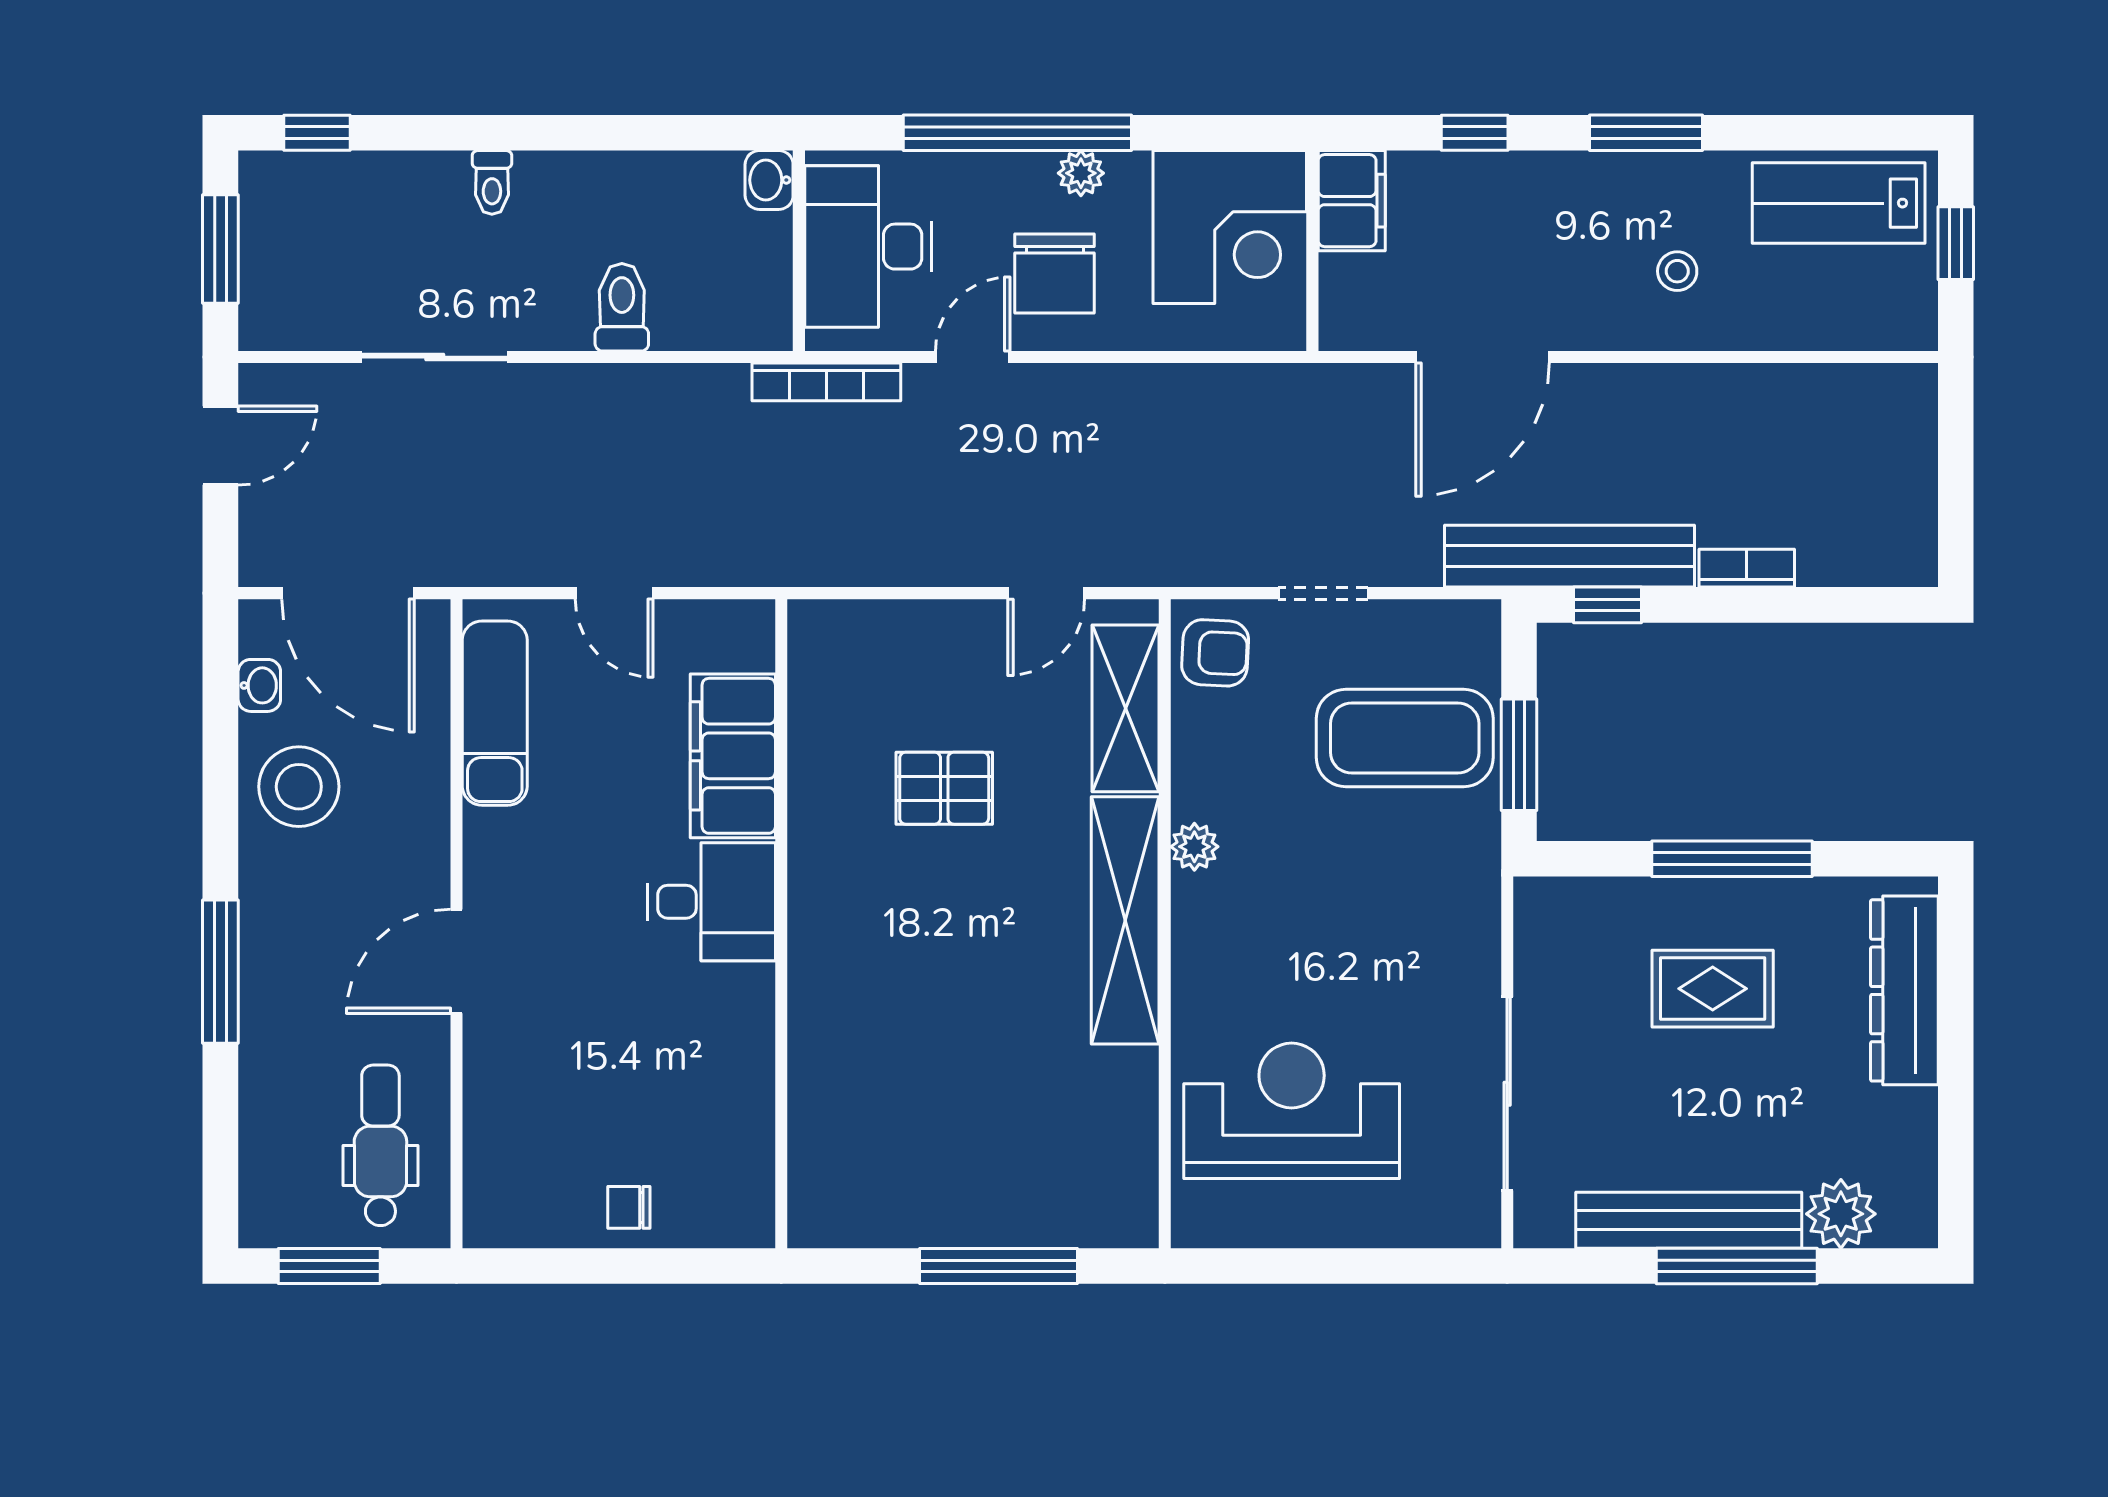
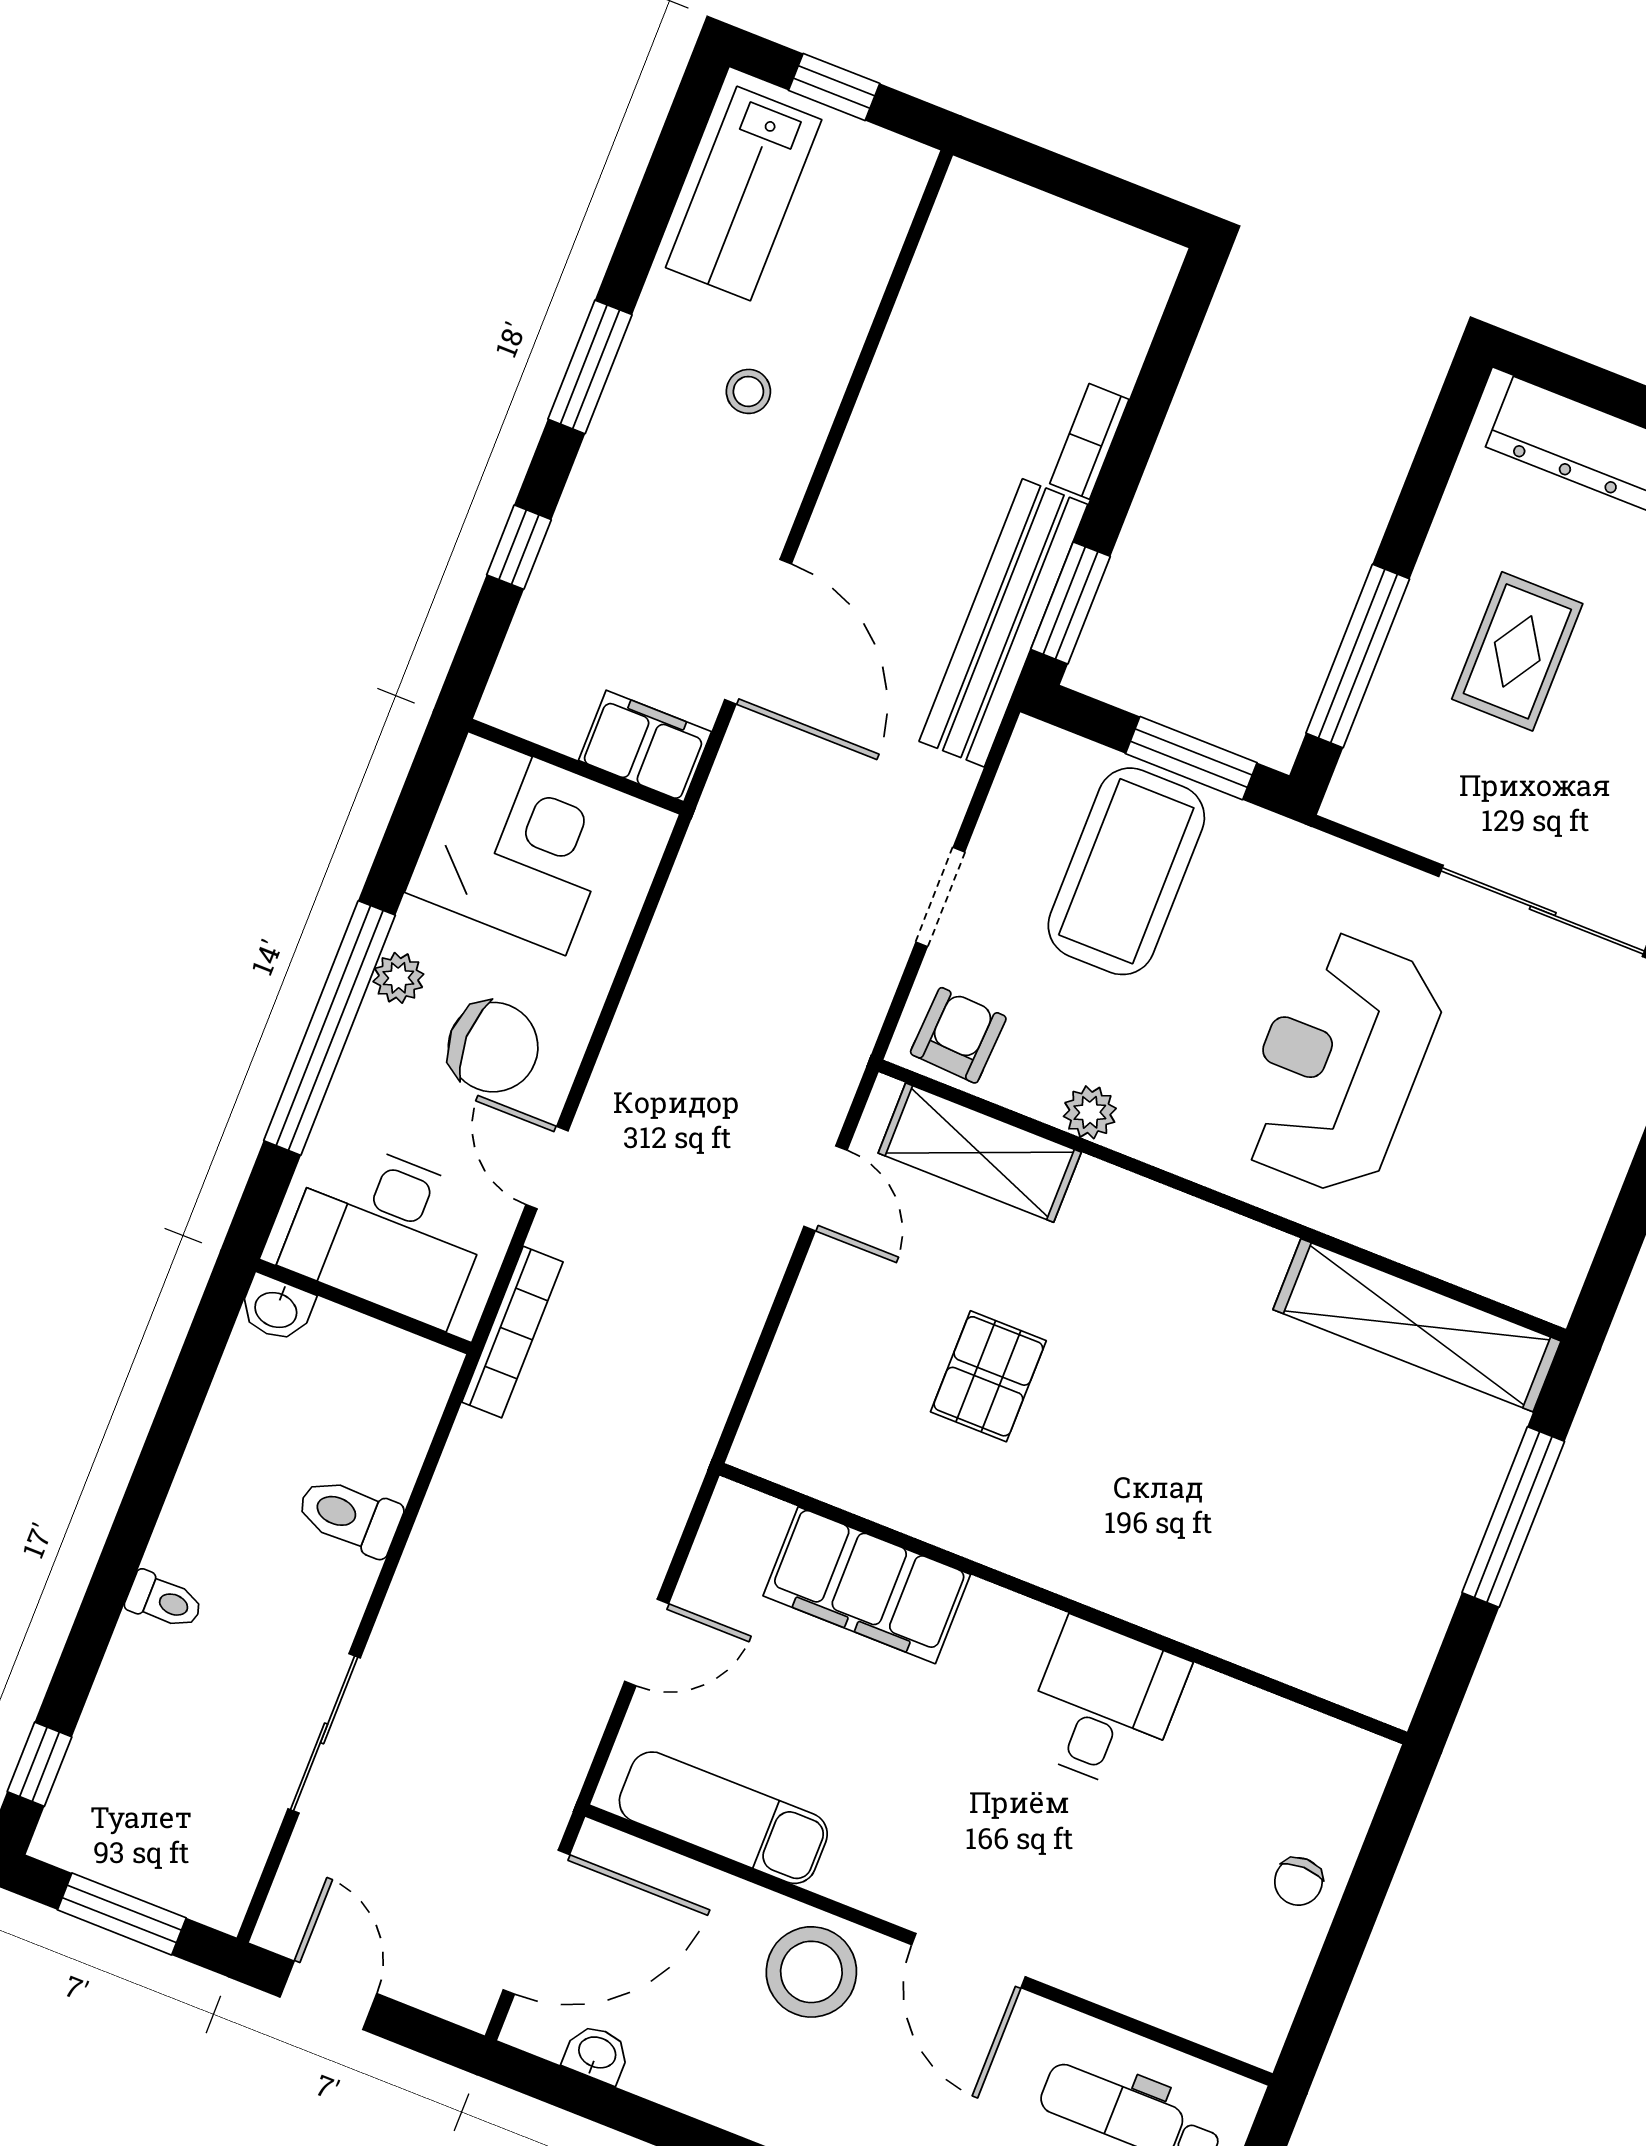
filing cabinet: (1352, 201) -> (645, 746), moved
window: (1608, 605) -> (1070, 603), width x1.50
stool: (299, 787) -> (811, 1972), moved
plant: (1194, 847) -> (1090, 1112), moved
window: (1732, 859) -> (1358, 656), moved
desk: (711, 902) -> (1105, 1705), moved
shelving: (1125, 920) -> (1417, 1325), moved
reception desk: (1292, 1111) -> (1339, 1063), moved

